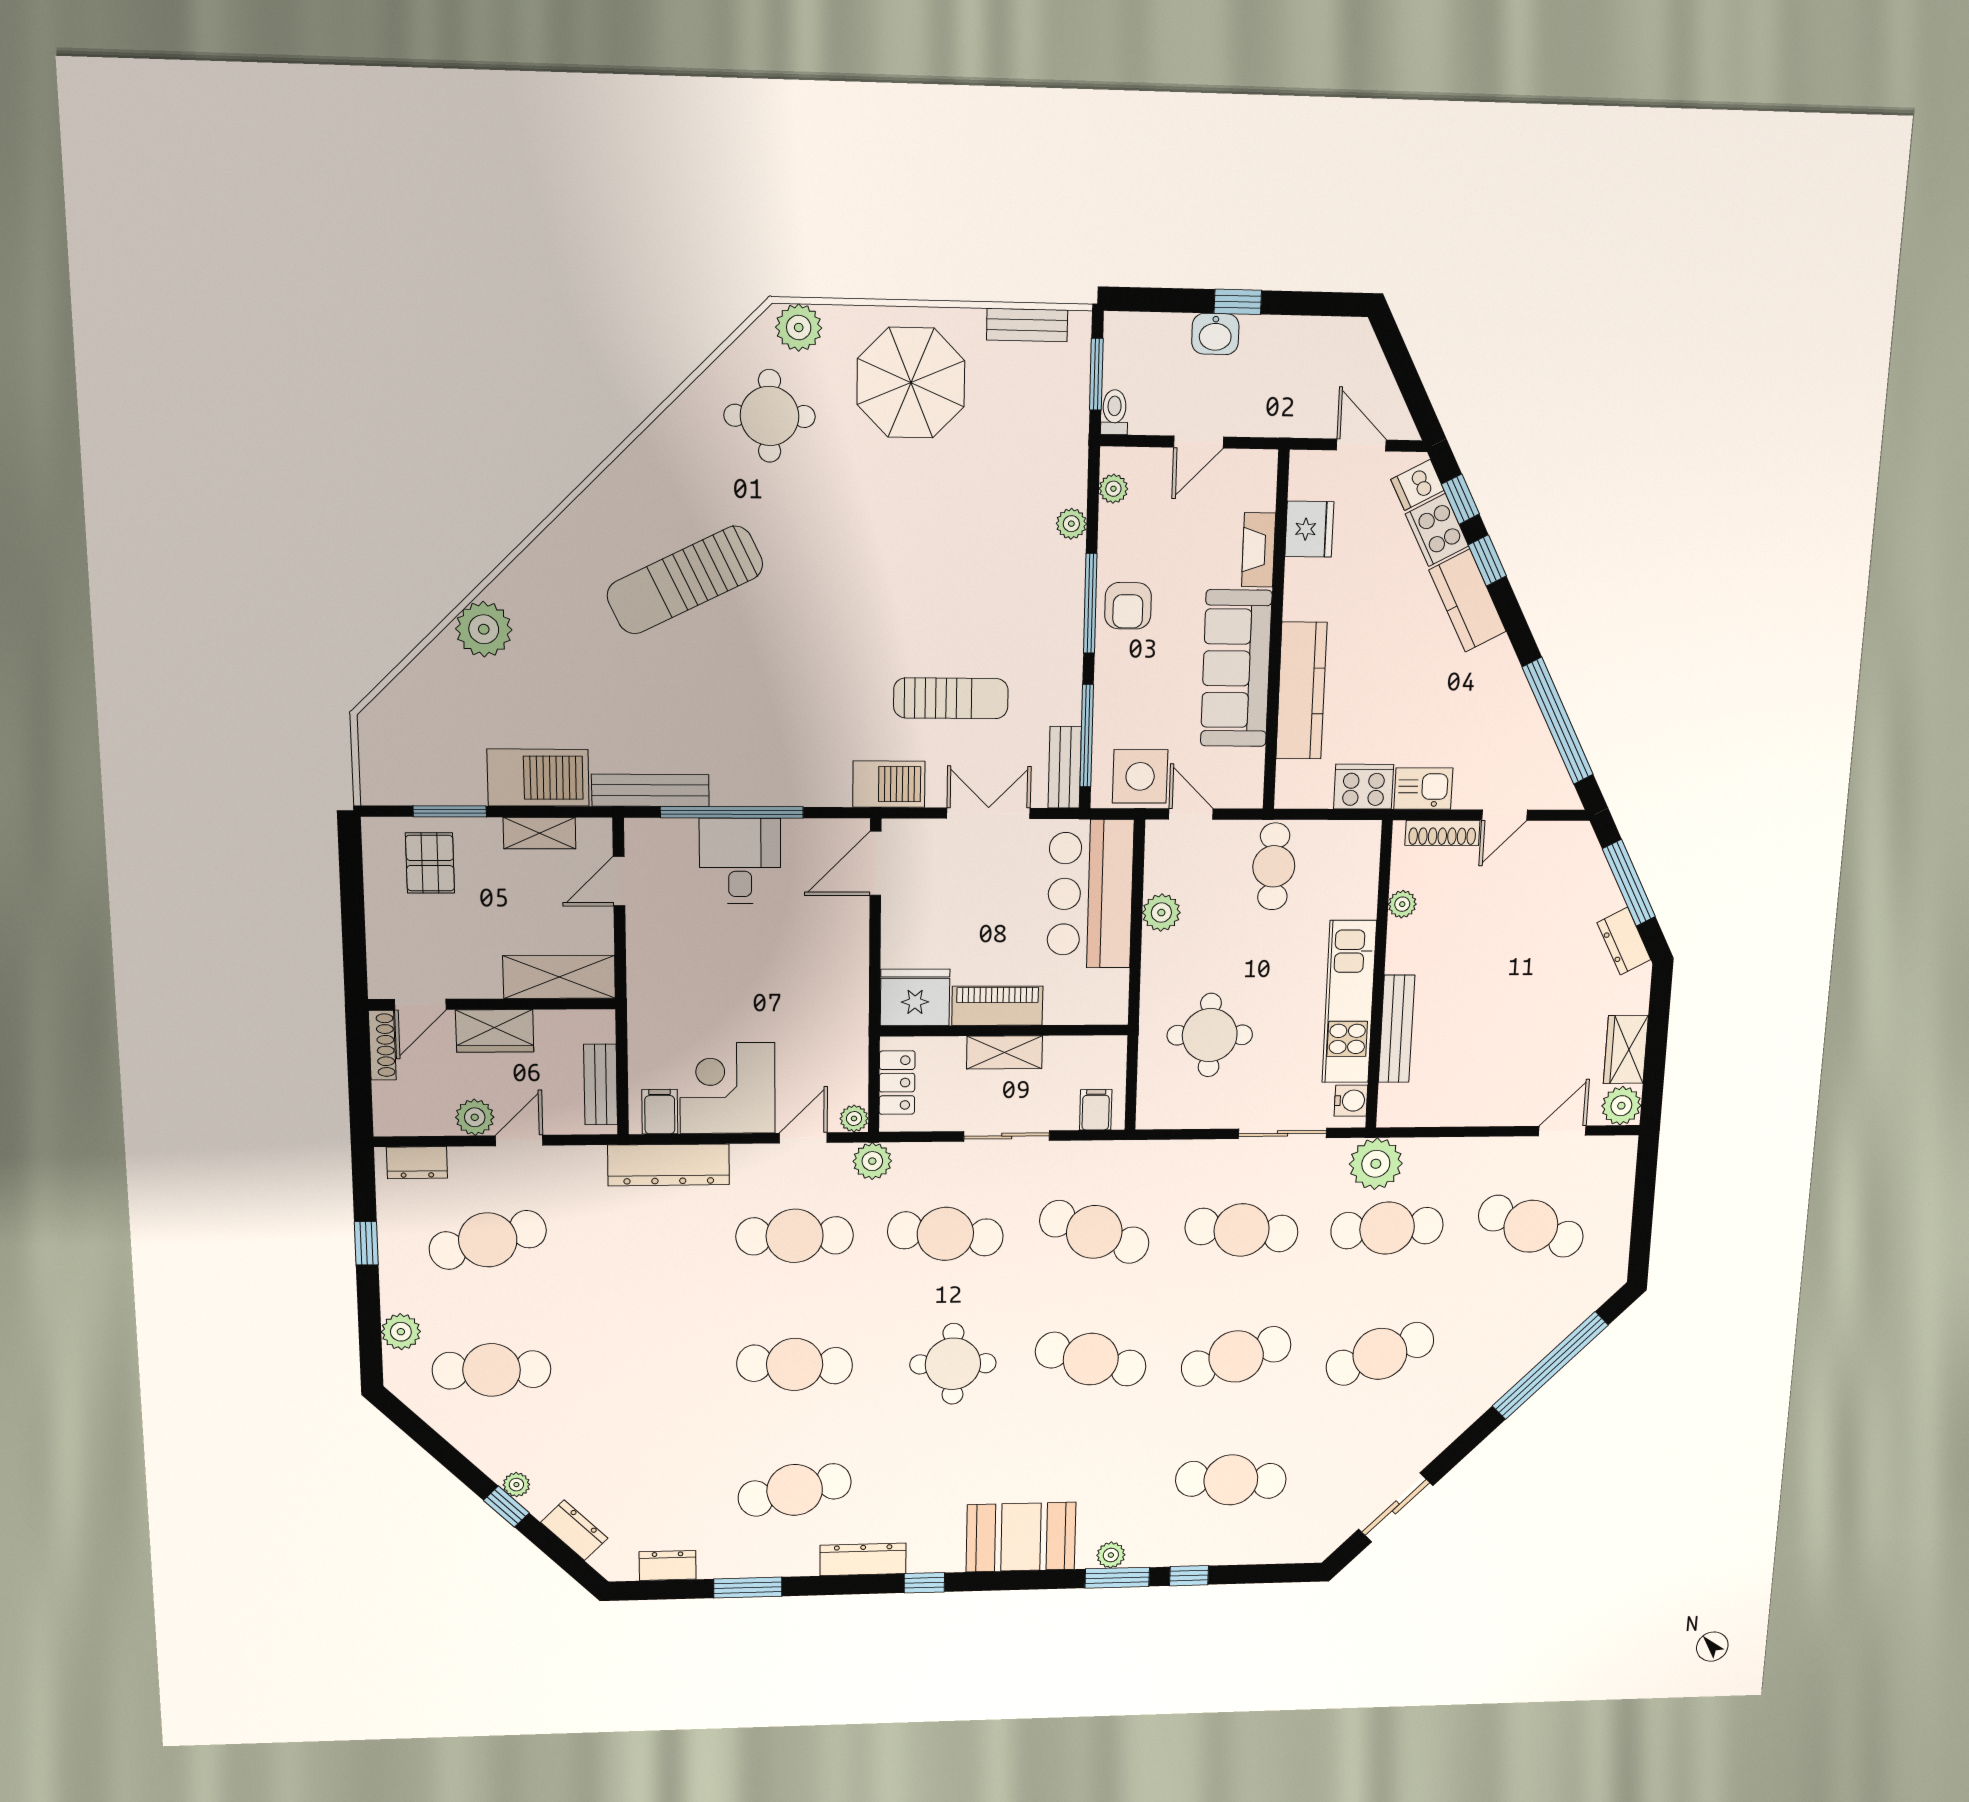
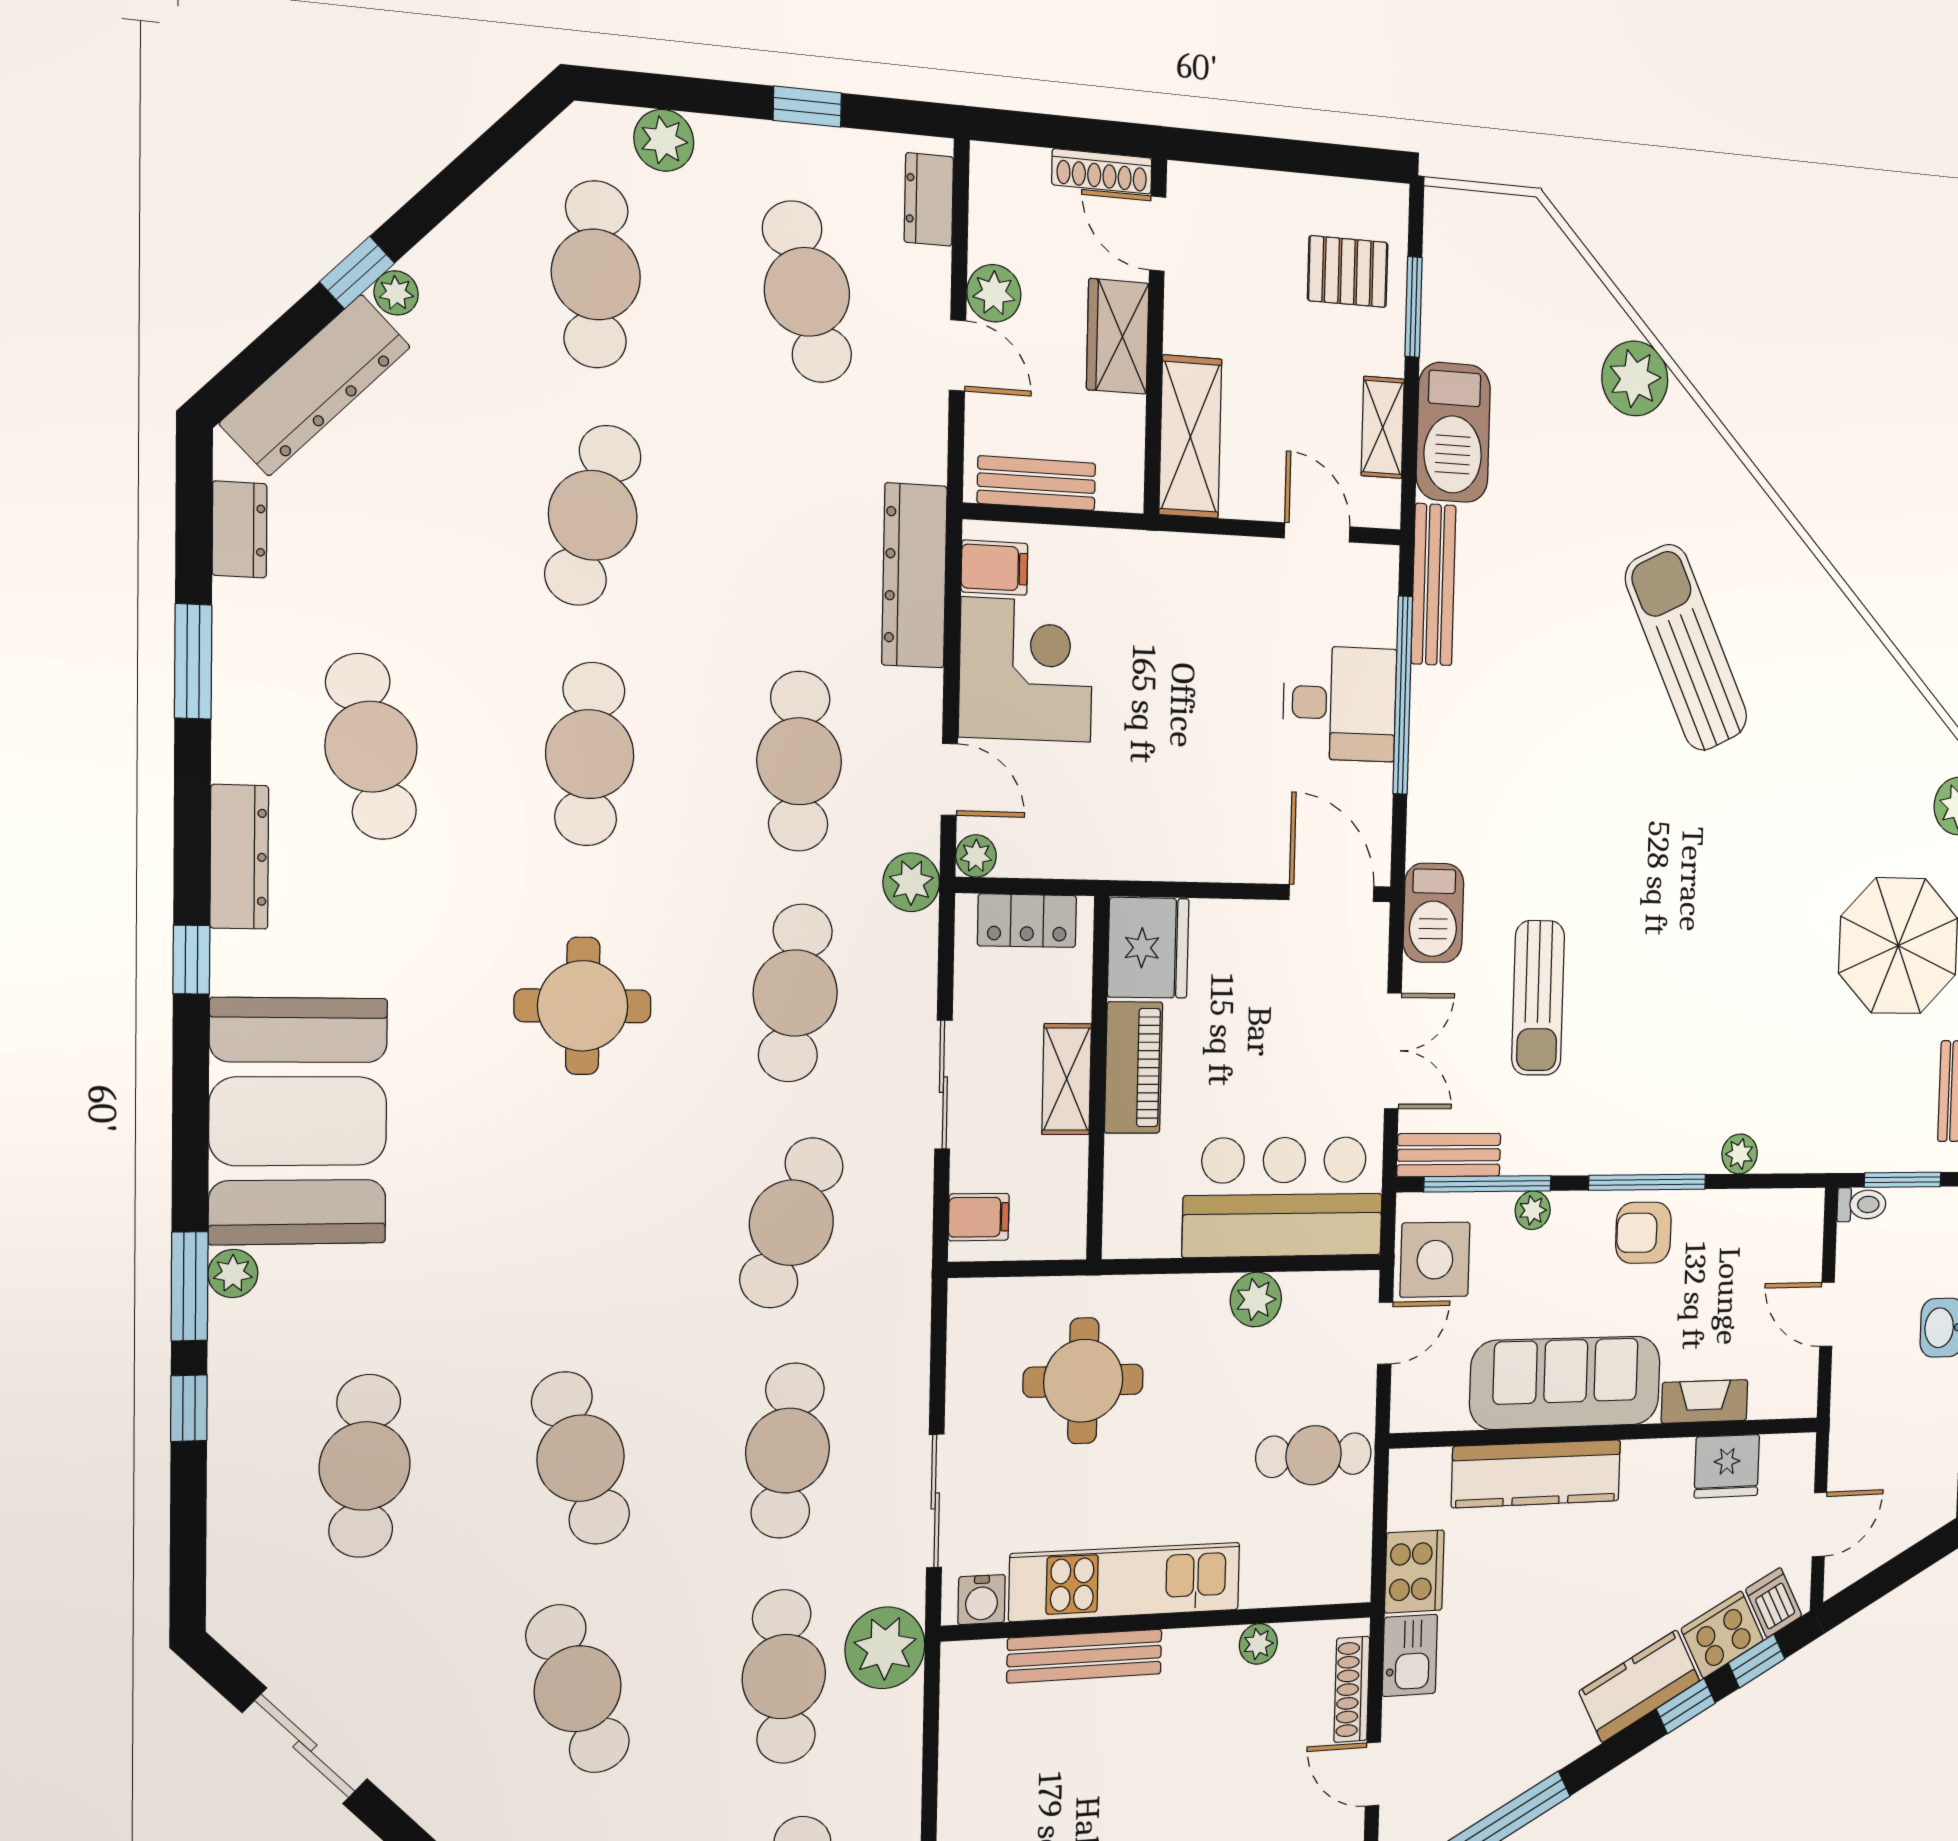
round table: (770, 416) -> (1866, 766), removed
plant: (1113, 489) -> (1533, 1210), moved
cafe table: (1091, 1359) -> (593, 515), moved
dresser: (574, 1530) -> (315, 385), width x1.96, depth x1.24
booth: (1021, 1537) -> (298, 1121), width x1.36, depth x1.42

